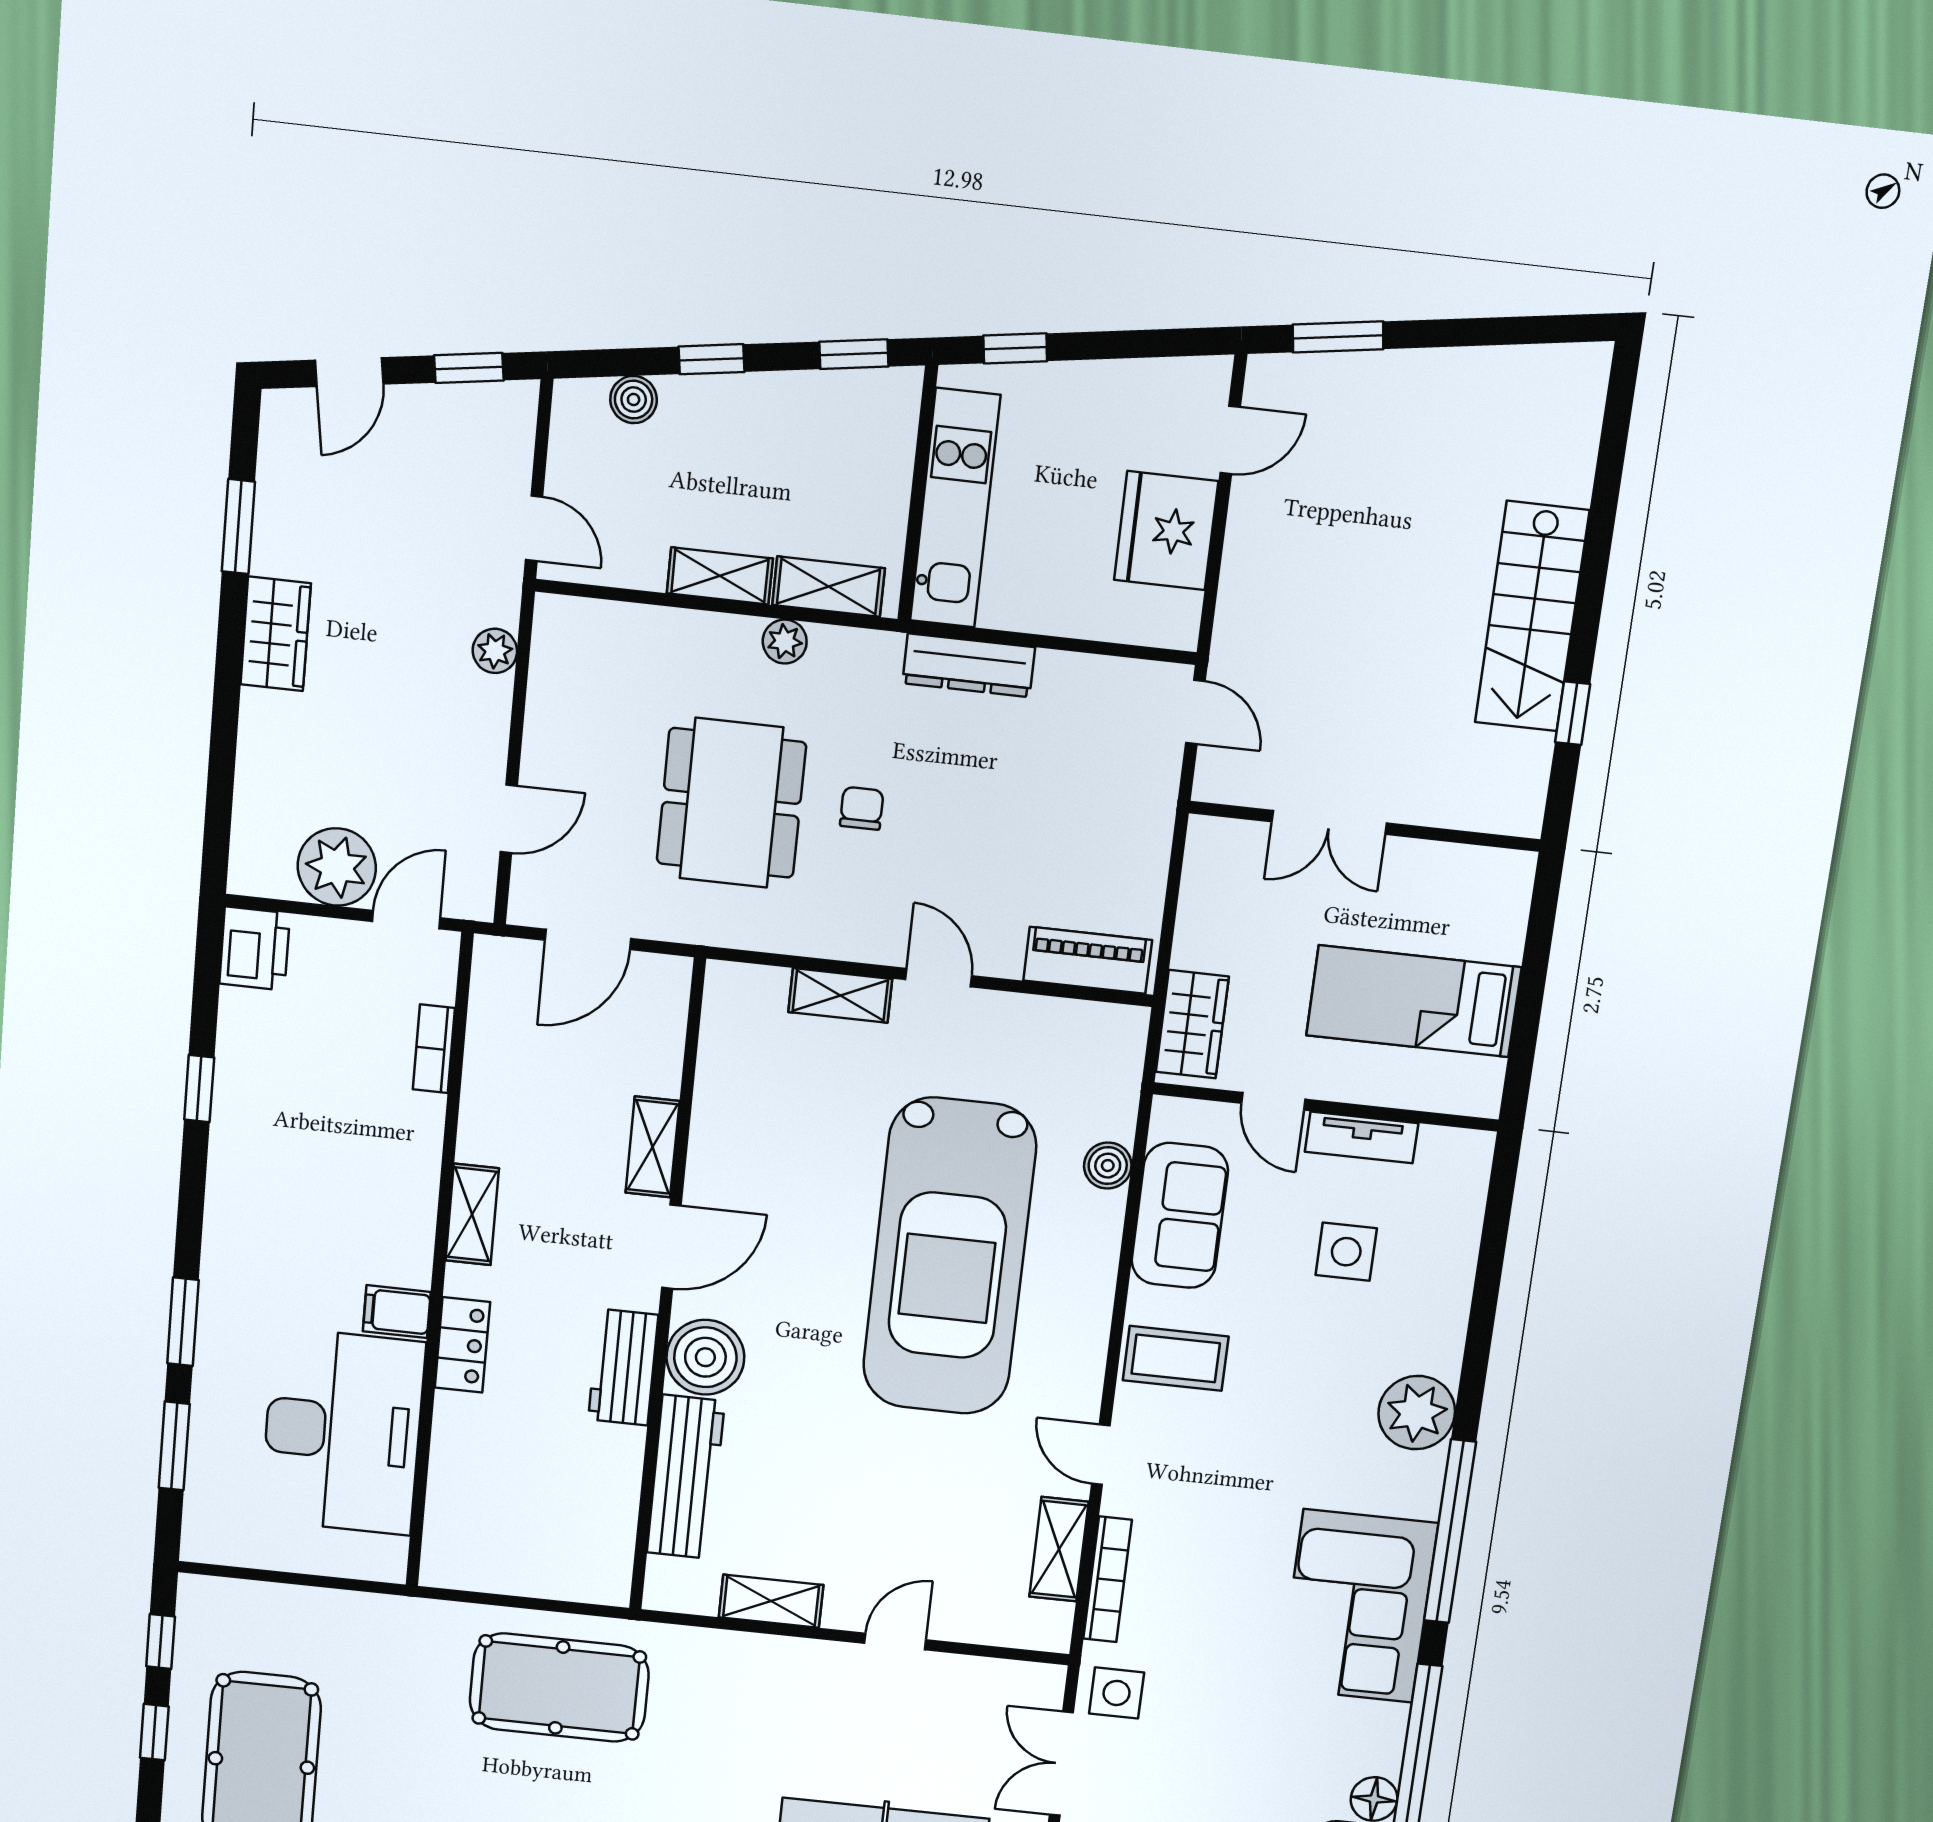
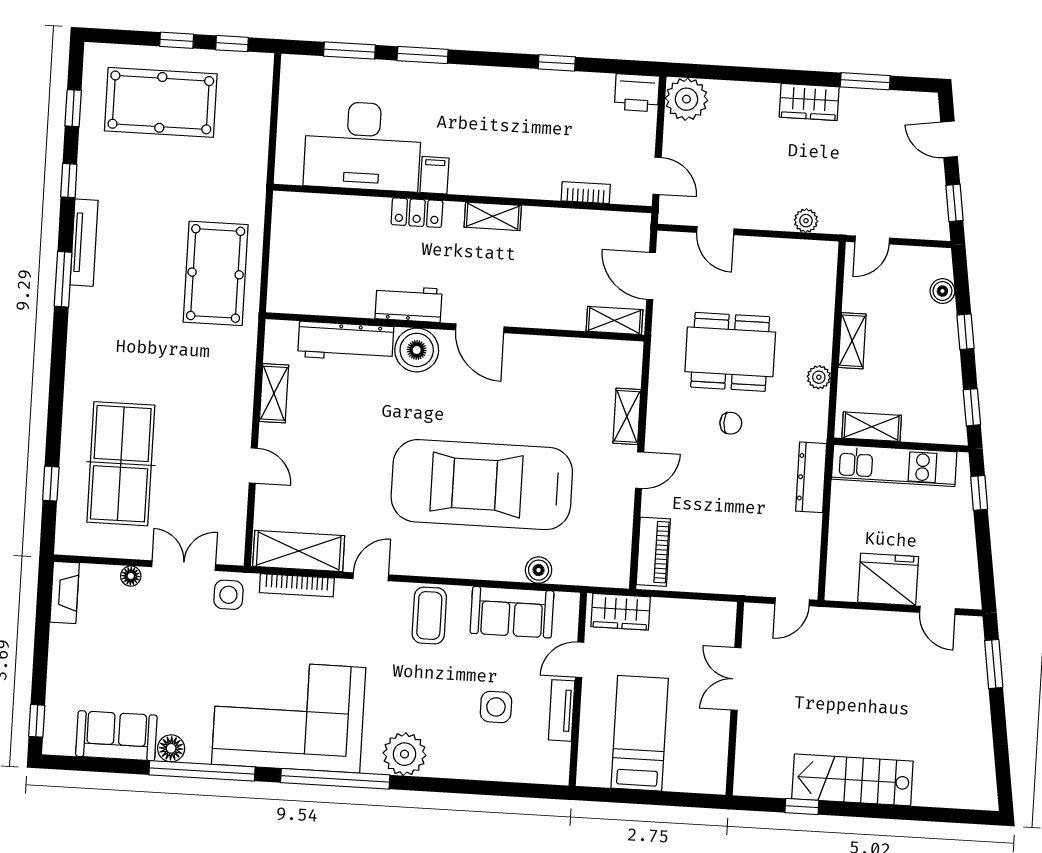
shelving: (829, 587) -> (872, 427), moved, turned 90
plant: (337, 867) -> (686, 99), moved
shelving: (653, 1147) -> (615, 320), moved
shelving: (1059, 1549) -> (299, 551), width x1.50, depth x1.33
corner sofa: (1358, 1606) -> (289, 716), width x1.36, depth x1.36

